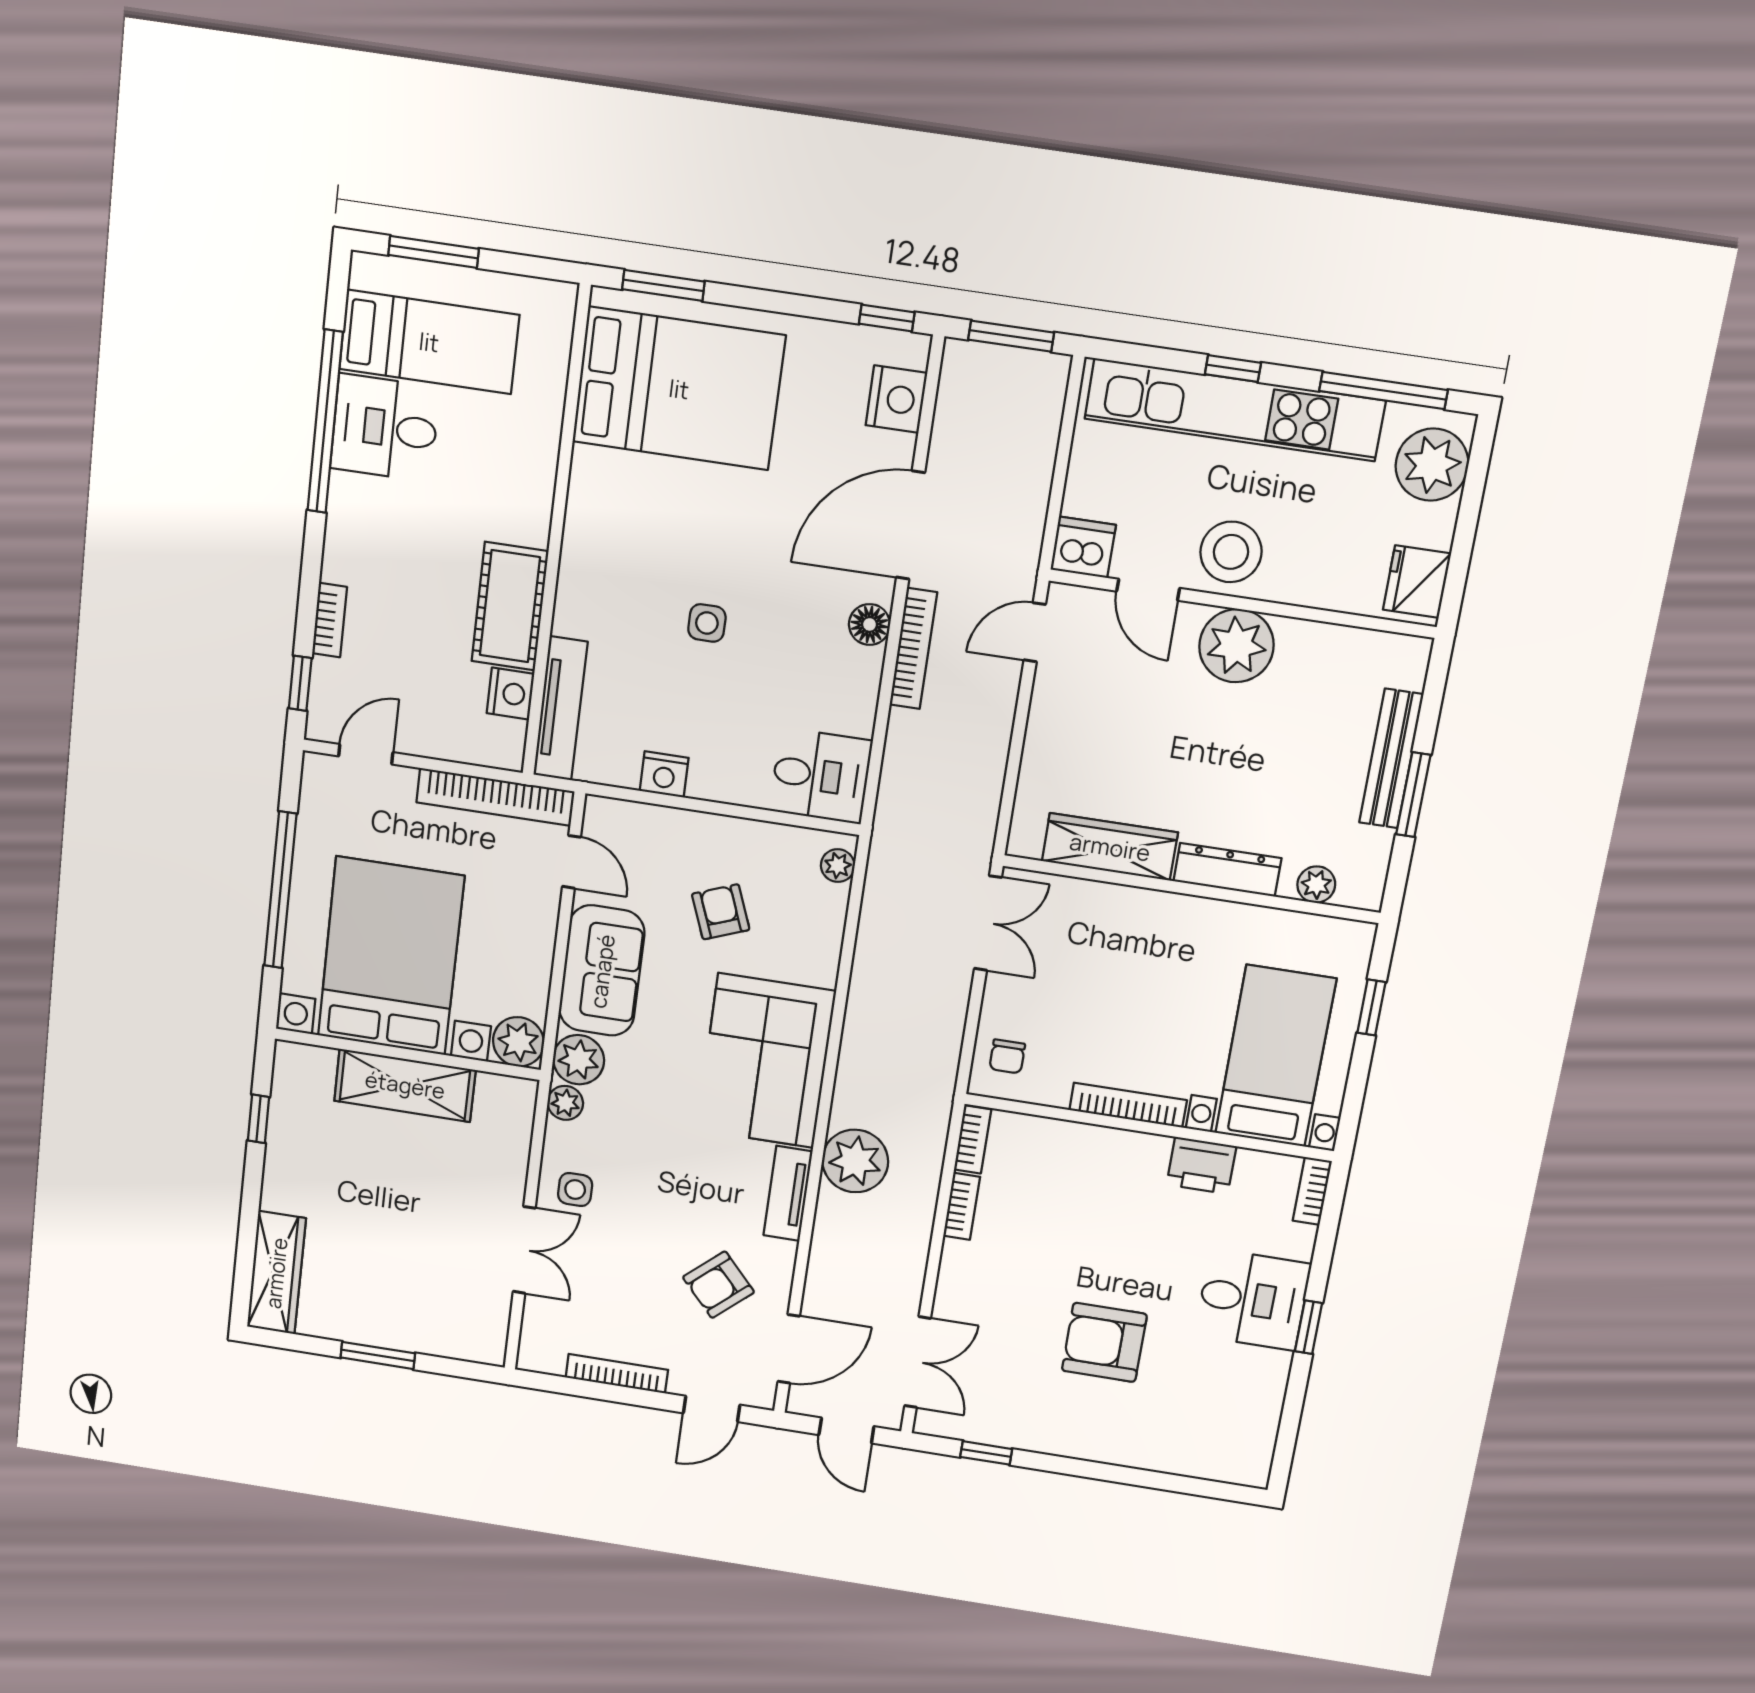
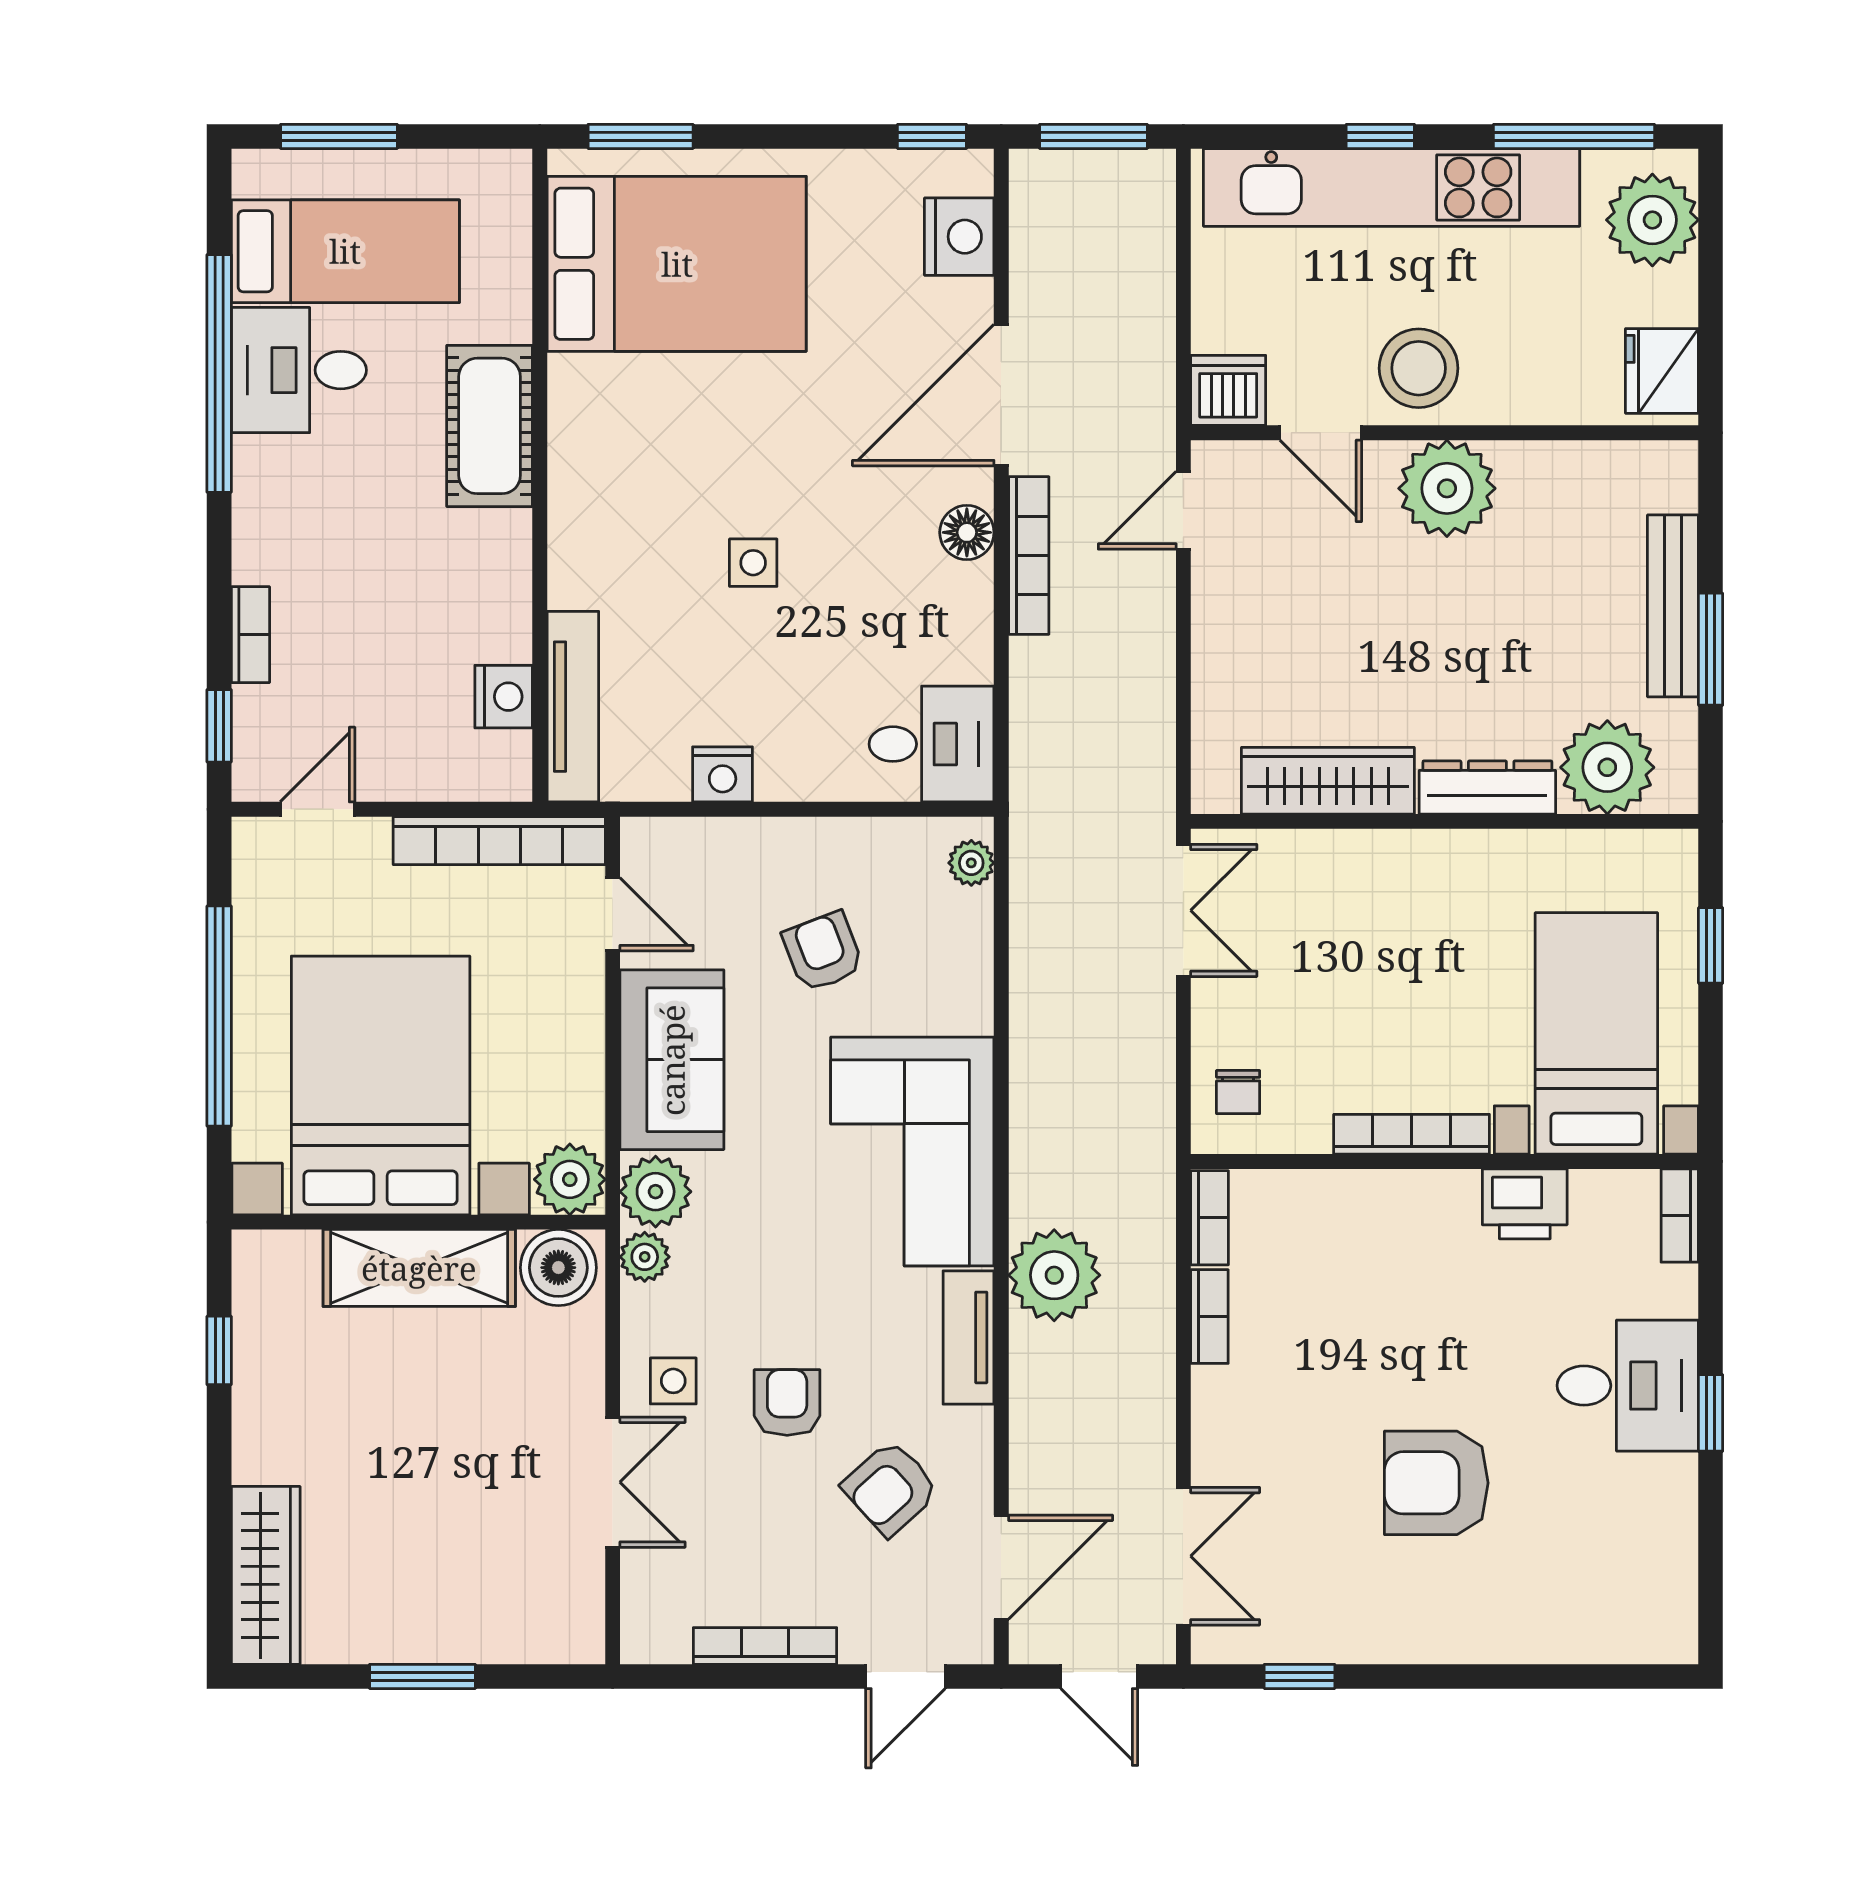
cot: (510, 606) -> (490, 426), moved
plant: (1316, 885) -> (1607, 767), width x1.87, depth x1.87
boiler: (503, 1101) -> (558, 1268), added
armchair: (653, 1217) -> (787, 1403), added

